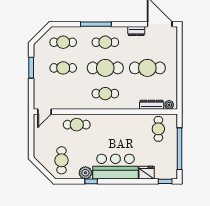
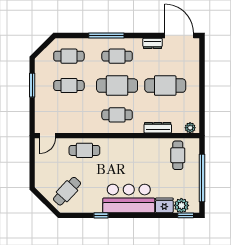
dresser: (152, 105) -> (158, 128), moved
cafe table: (61, 160) -> (67, 191), turned 43
plant: (85, 173) -> (181, 205), moved

